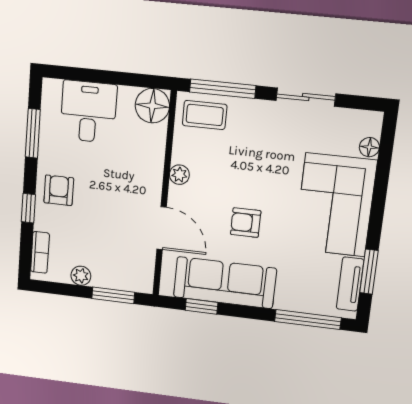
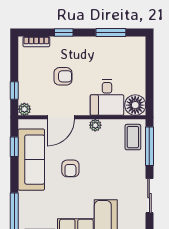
desk: (88, 112) -> (107, 97), moved, turned 90
armchair: (59, 190) -> (63, 76), moved
armchair: (246, 223) -> (70, 168), turned 180
plant: (81, 276) -> (24, 109), moved
window: (113, 295) -> (14, 90), width x0.67

